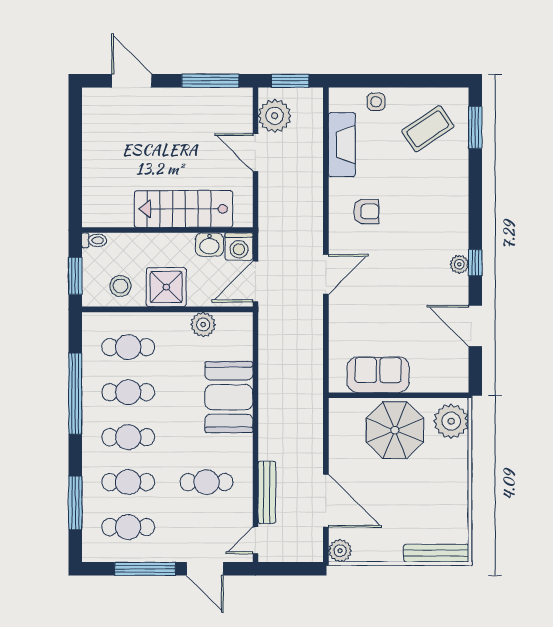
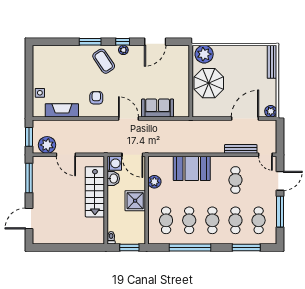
window: (475, 127) -> (90, 42), moved
coffee table: (428, 129) -> (104, 61), moved
door: (255, 153) -> (66, 155), hinge flipped
stool: (120, 286) -> (135, 224), removed
sofa: (378, 375) -> (158, 108), moved, turned 90

